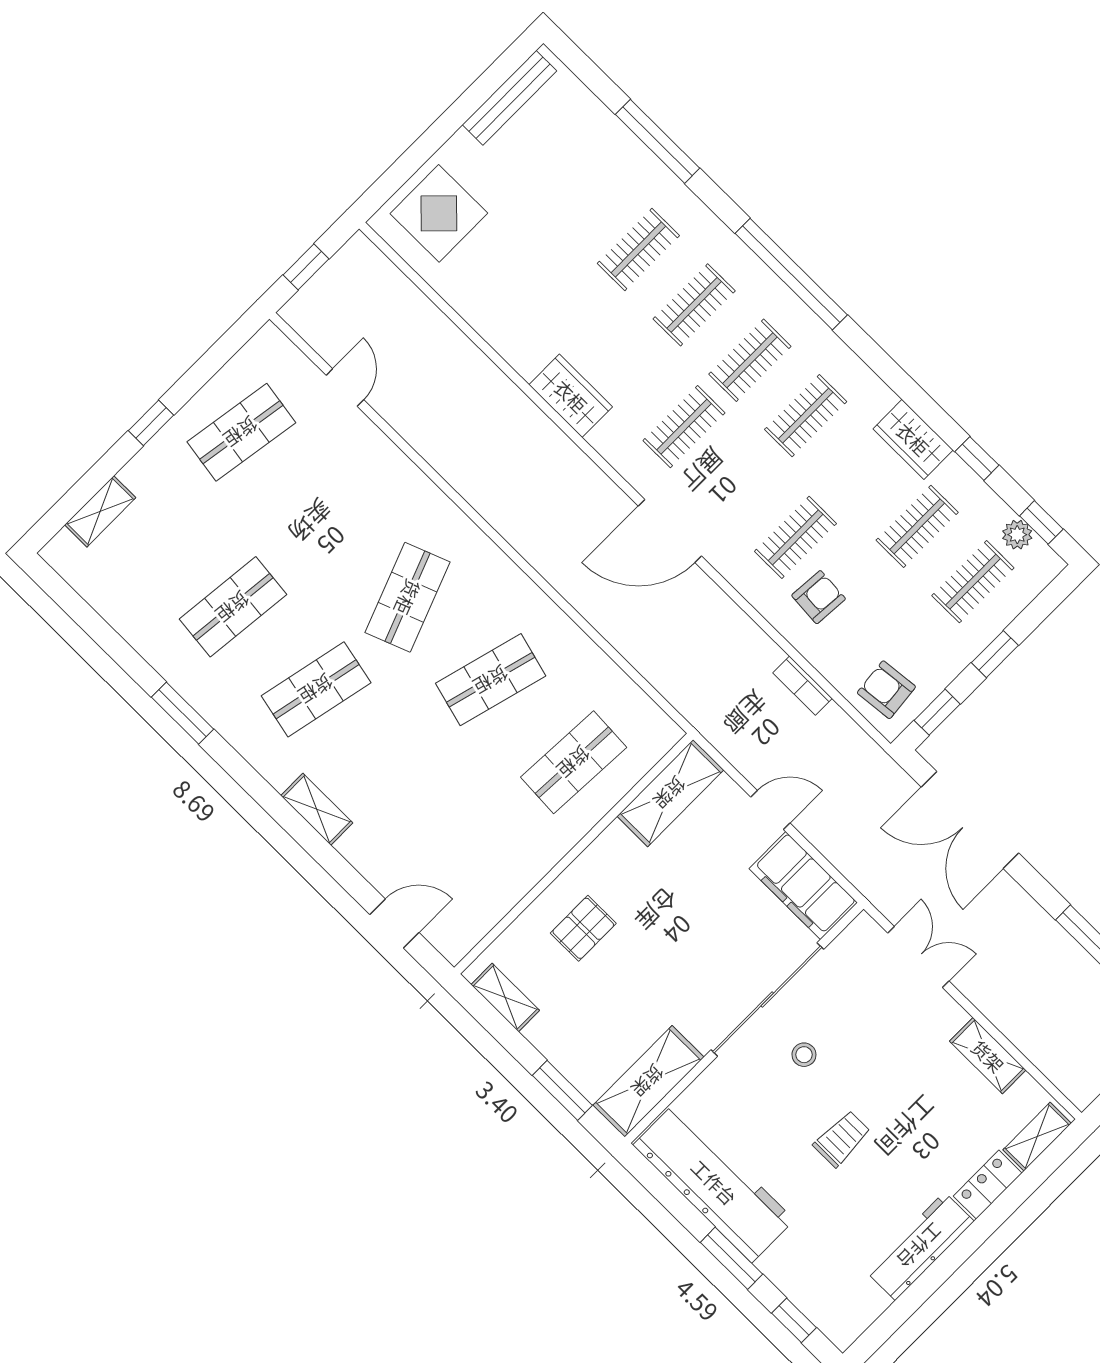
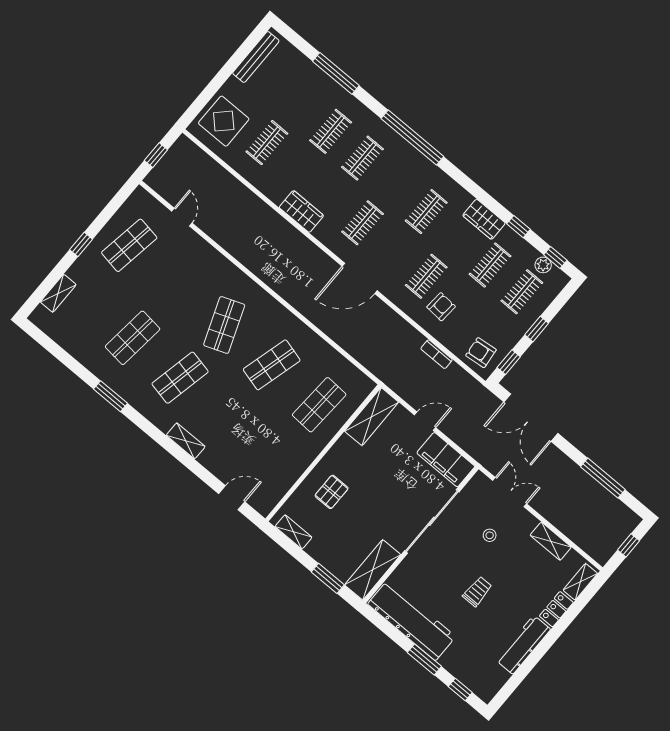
clothes rail: (750, 360) -> (267, 143), moved
stool: (804, 1055) -> (490, 535), moved

